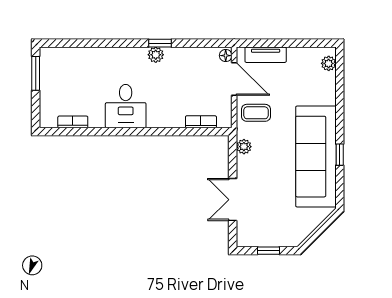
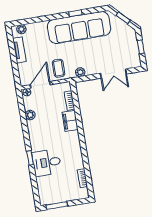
window: (160, 43) -> (30, 158), moved
plant: (156, 55) -> (30, 115), moved
tv unit: (266, 55) -> (19, 50), moved
desk: (126, 106) -> (47, 163), moved, turned 180
filing cabinet: (168, 117) -> (70, 121), added
window: (320, 230) -> (123, 18), added

